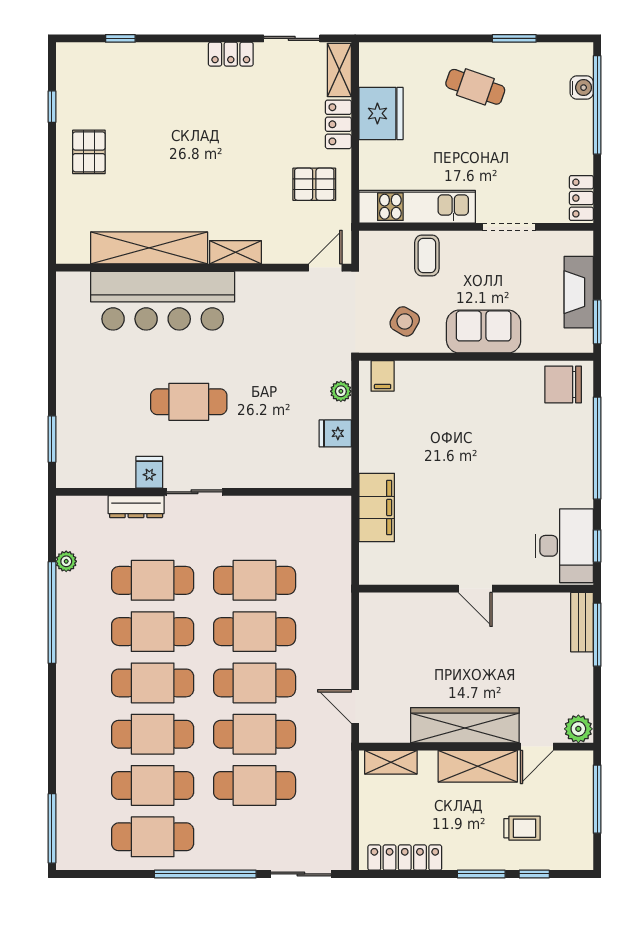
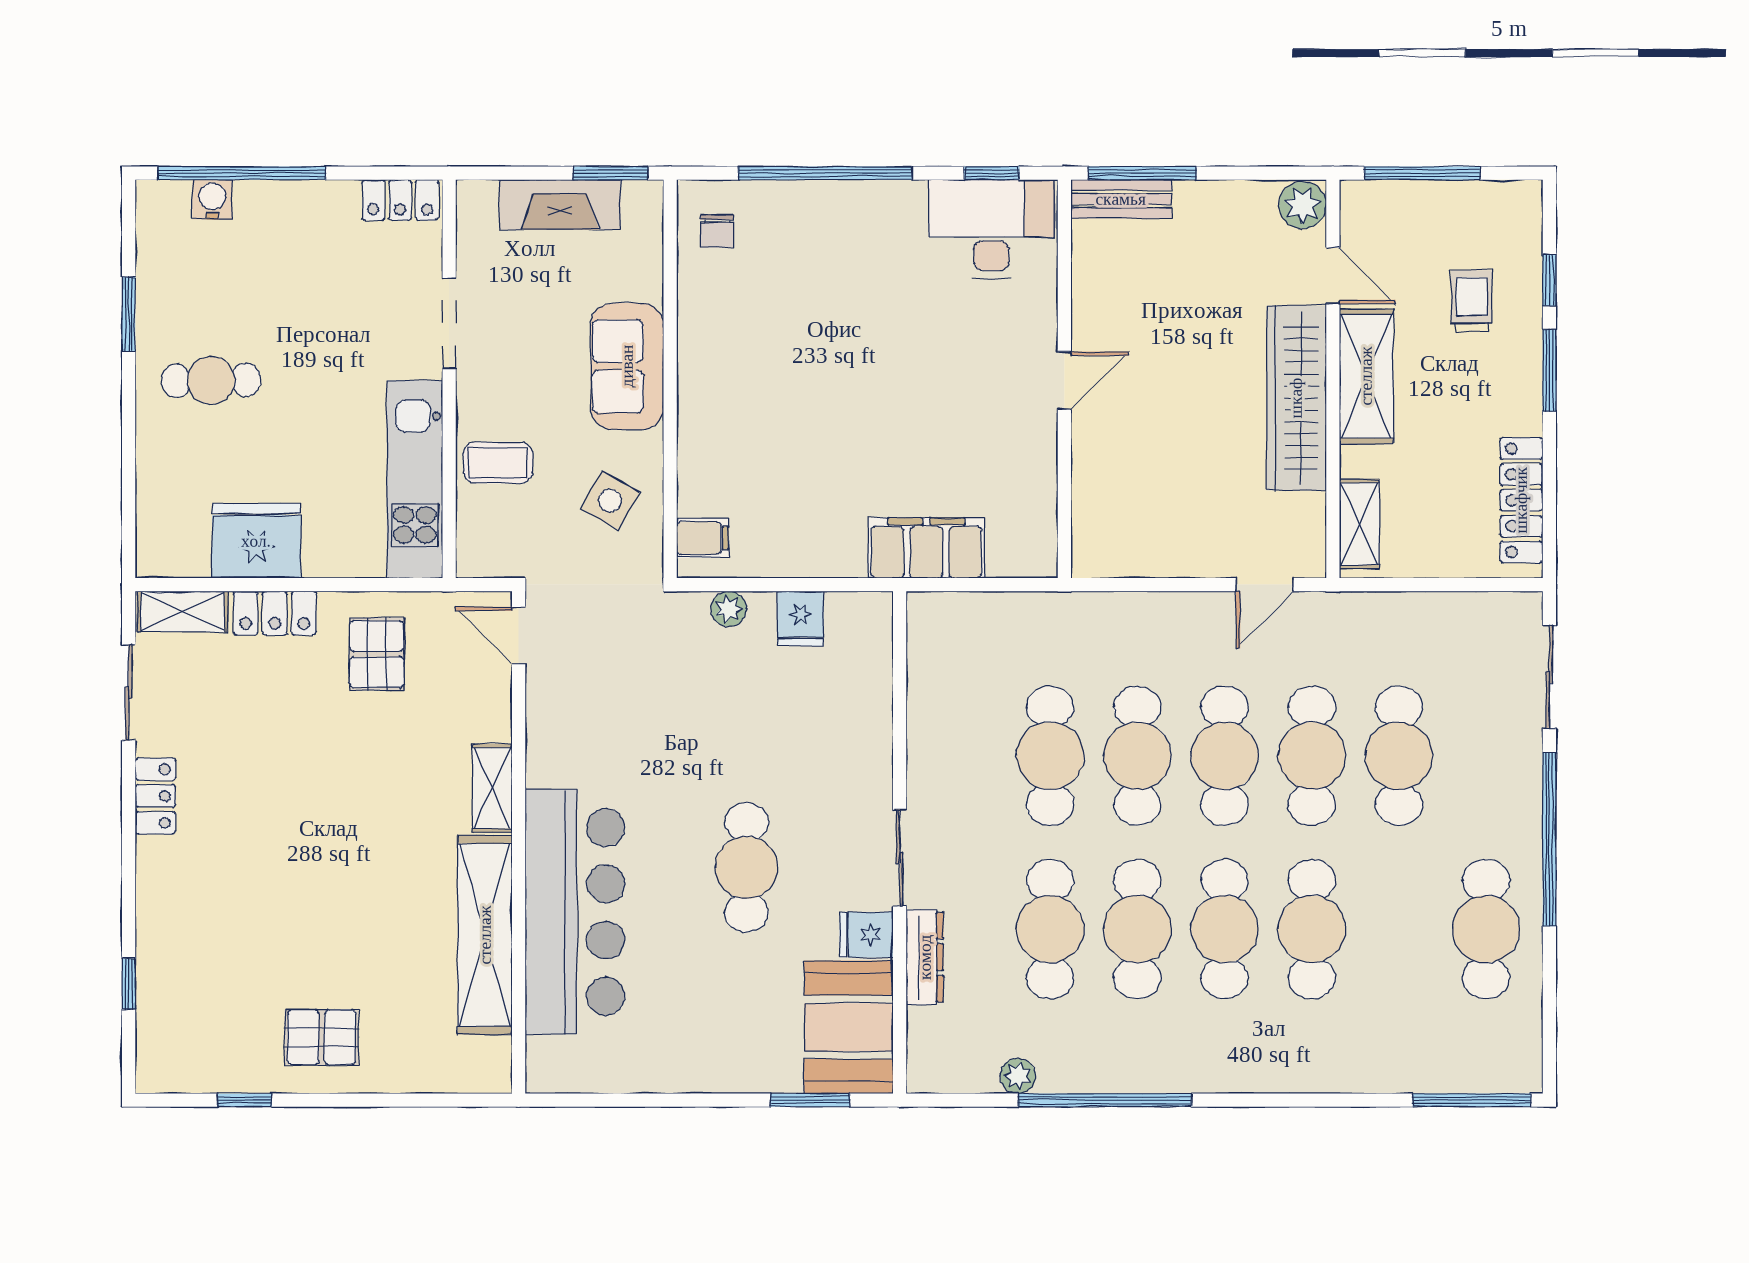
cafe table: (475, 87) -> (211, 380), turned 70
chair: (563, 384) -> (717, 231), width x0.54, depth x0.54
booth: (95, 462) -> (849, 1027), added
cafe table: (153, 785) -> (1399, 929), removed

